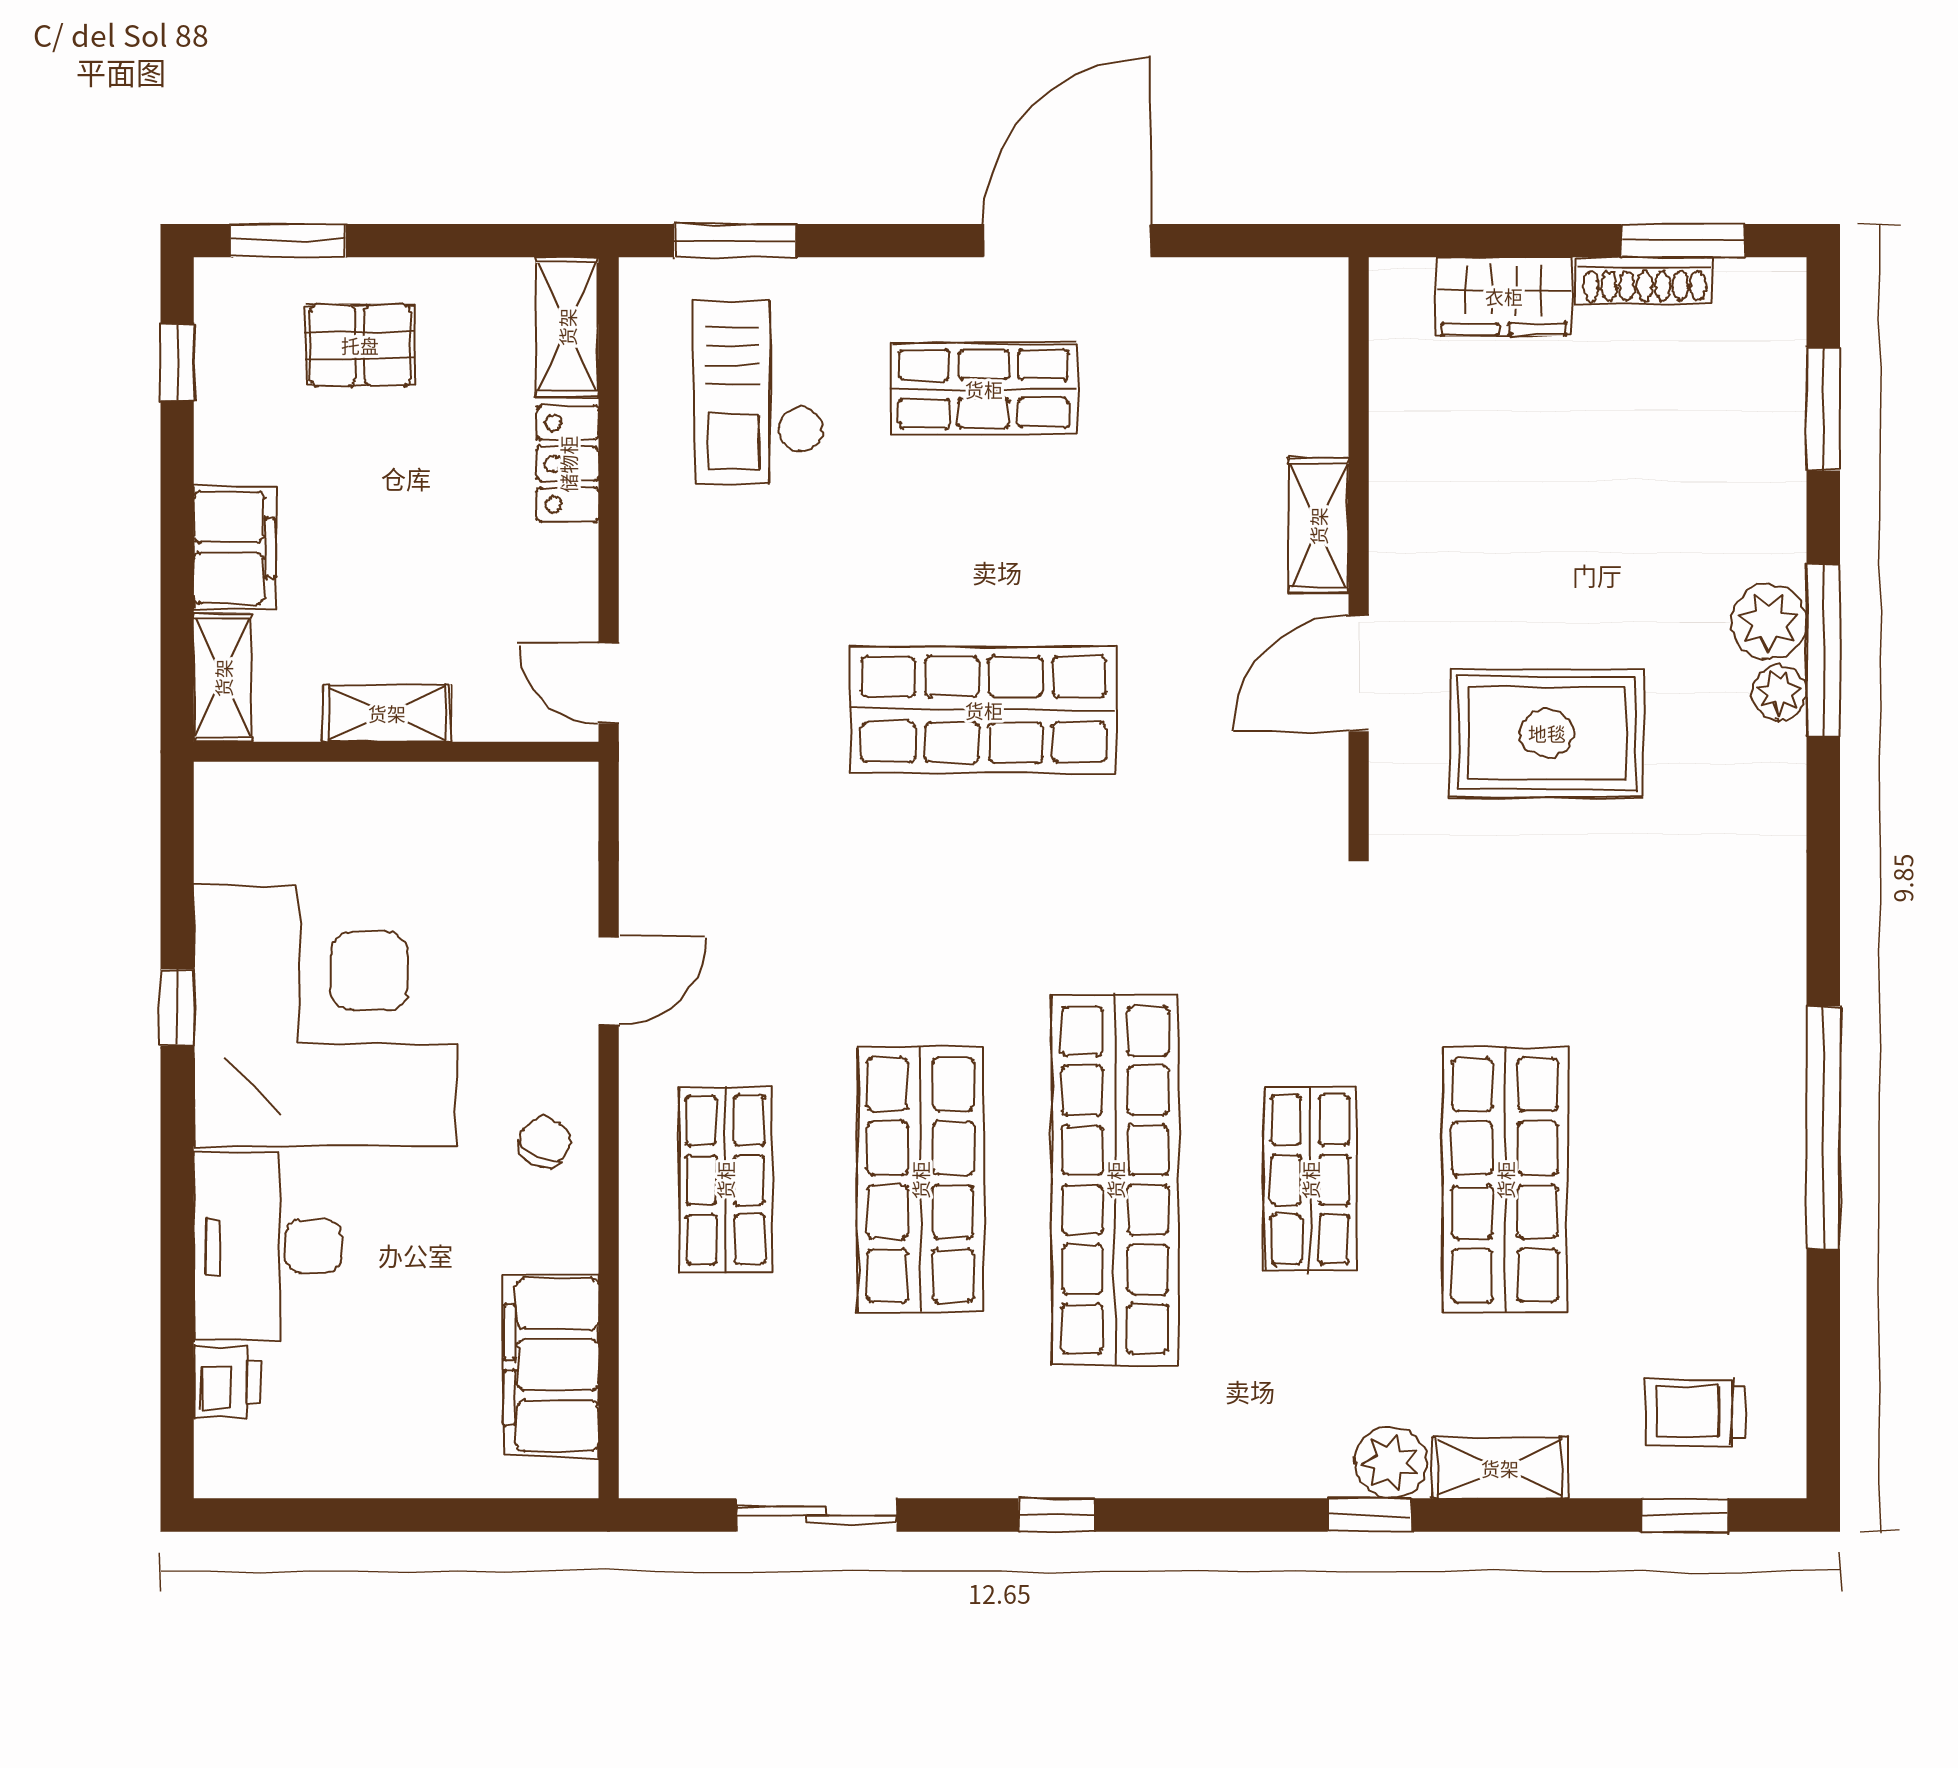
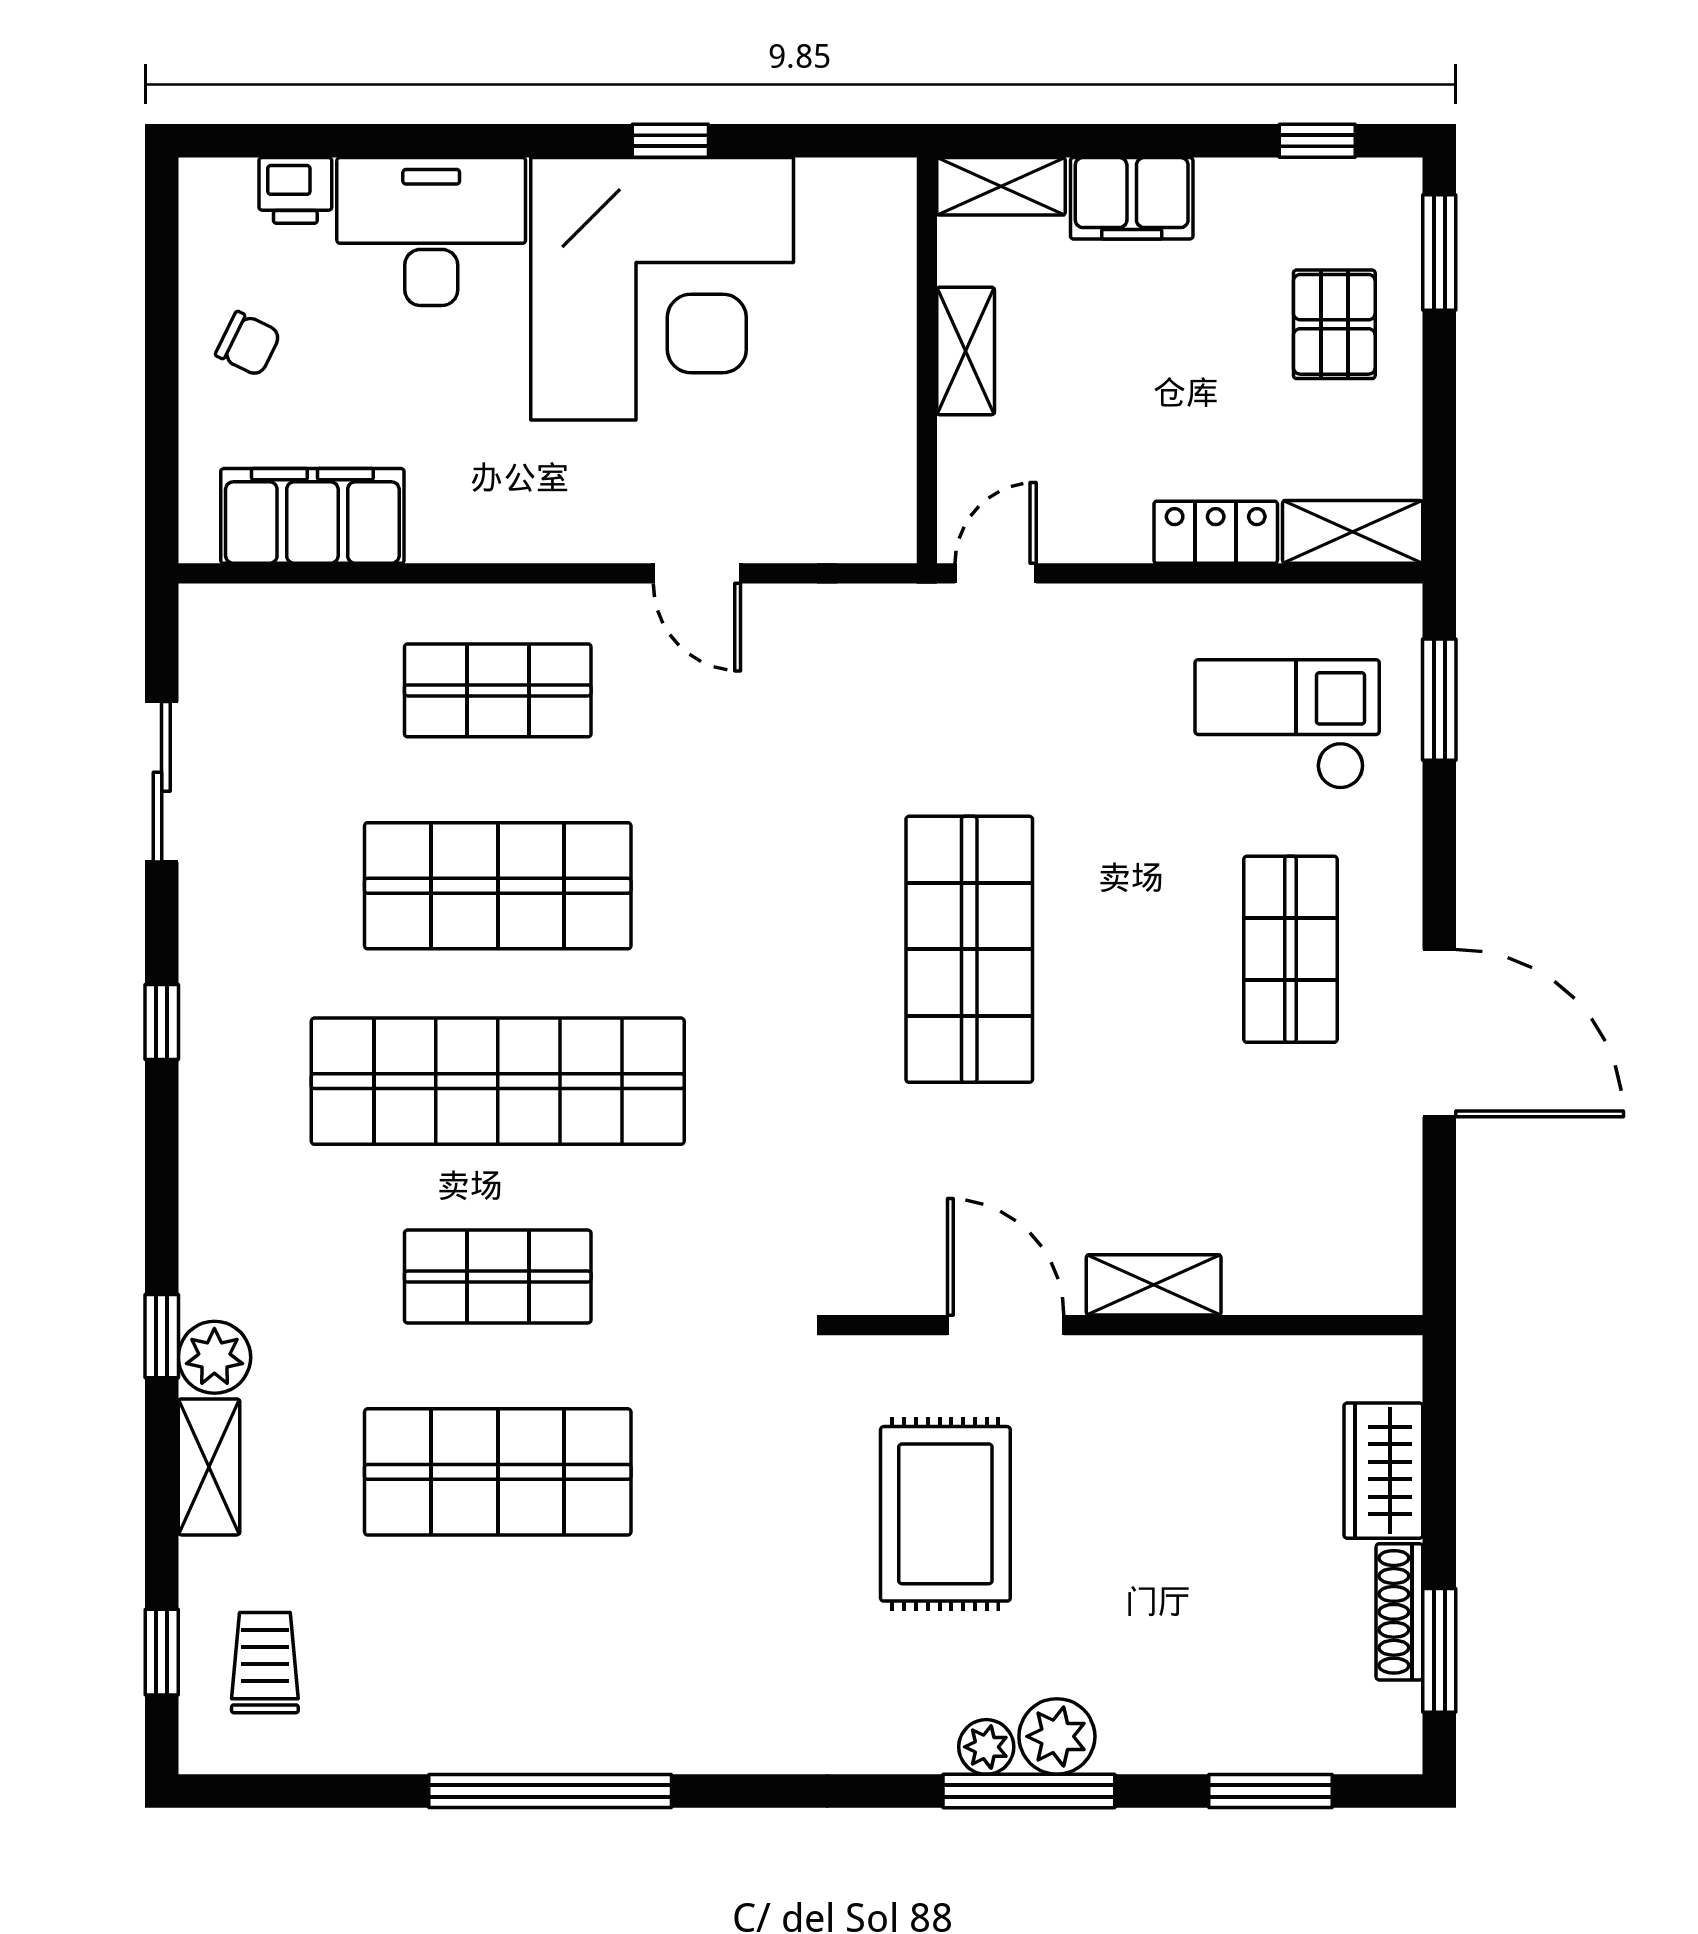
chair: (544, 1142) -> (248, 344), moved

